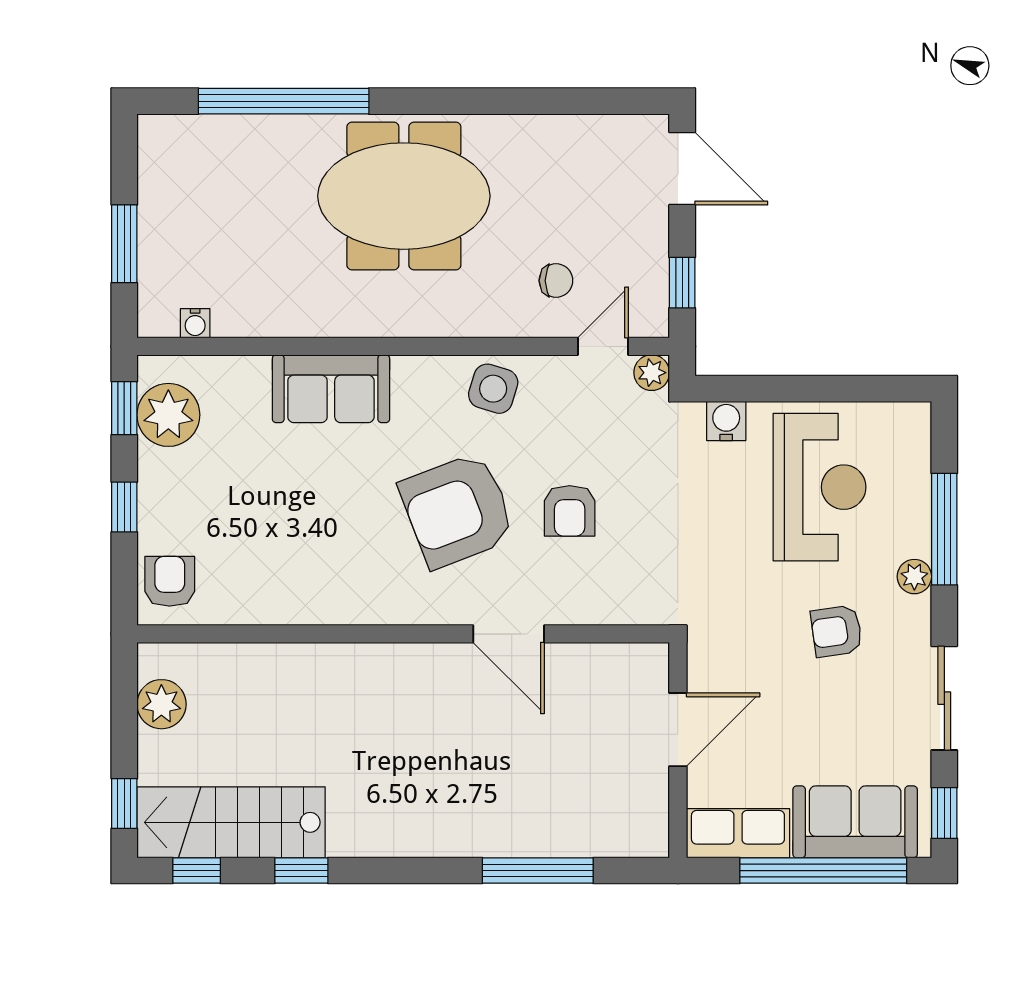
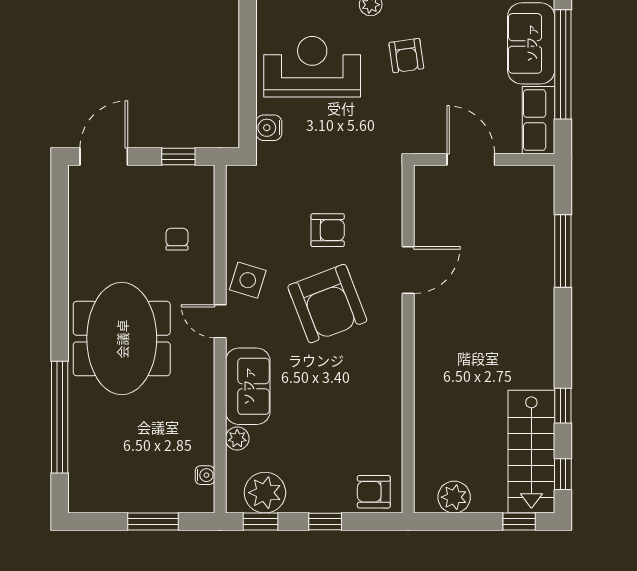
door: (603, 346) -> (220, 321), moved
plant: (652, 373) -> (237, 438), moved

